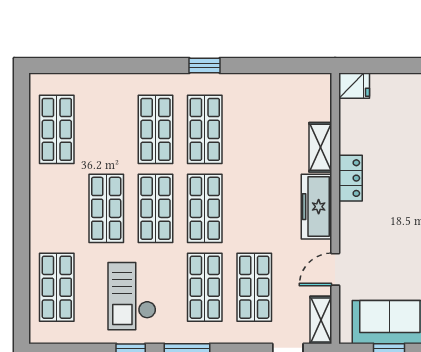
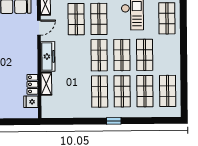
window: (205, 65) -> (114, 121), moved
fridge: (354, 86) -> (31, 102), moved
shop shelf: (106, 129) -> (145, 91), added
locker: (350, 178) -> (32, 84), moved

